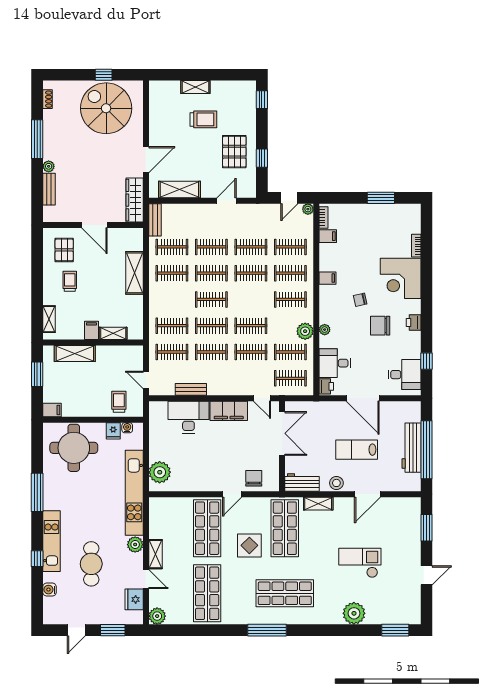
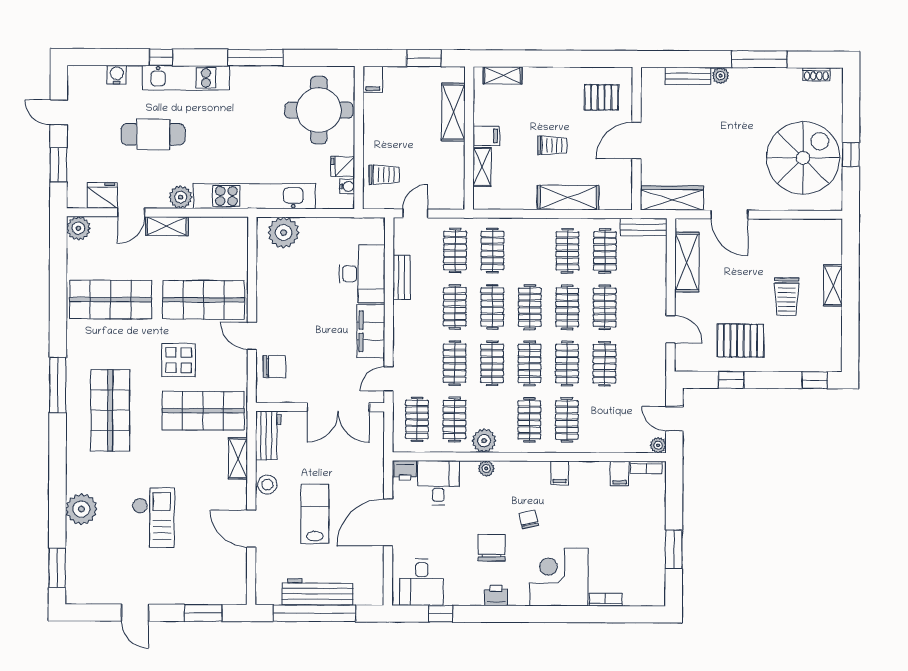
clothes rail: (290, 247) -> (530, 363), moved
trolley: (70, 281) -> (552, 145), moved

